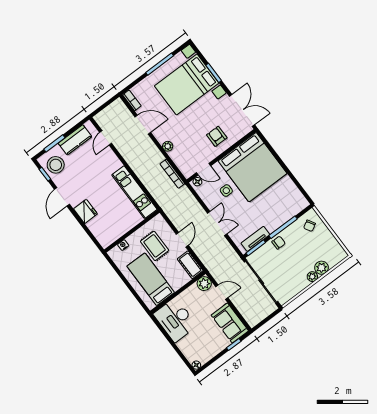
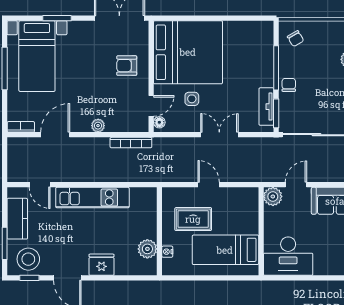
bed with nightstands: (187, 84) -> (37, 56), width x0.73
kitchen unit: (134, 192) -> (92, 198), moved
plant: (116, 232) -> (147, 249), added
cot: (190, 265) -> (242, 196), removed

